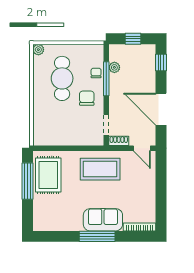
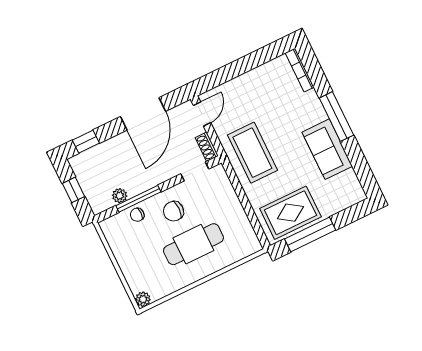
cafe table: (62, 78) -> (193, 244), moved
sofa: (103, 220) -> (327, 149), moved

